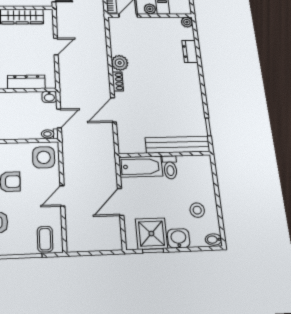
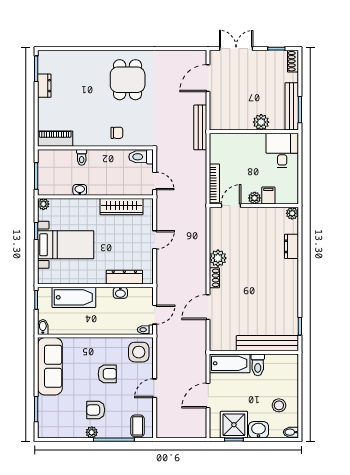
washbasin: (49, 97) -> (120, 293), moved

